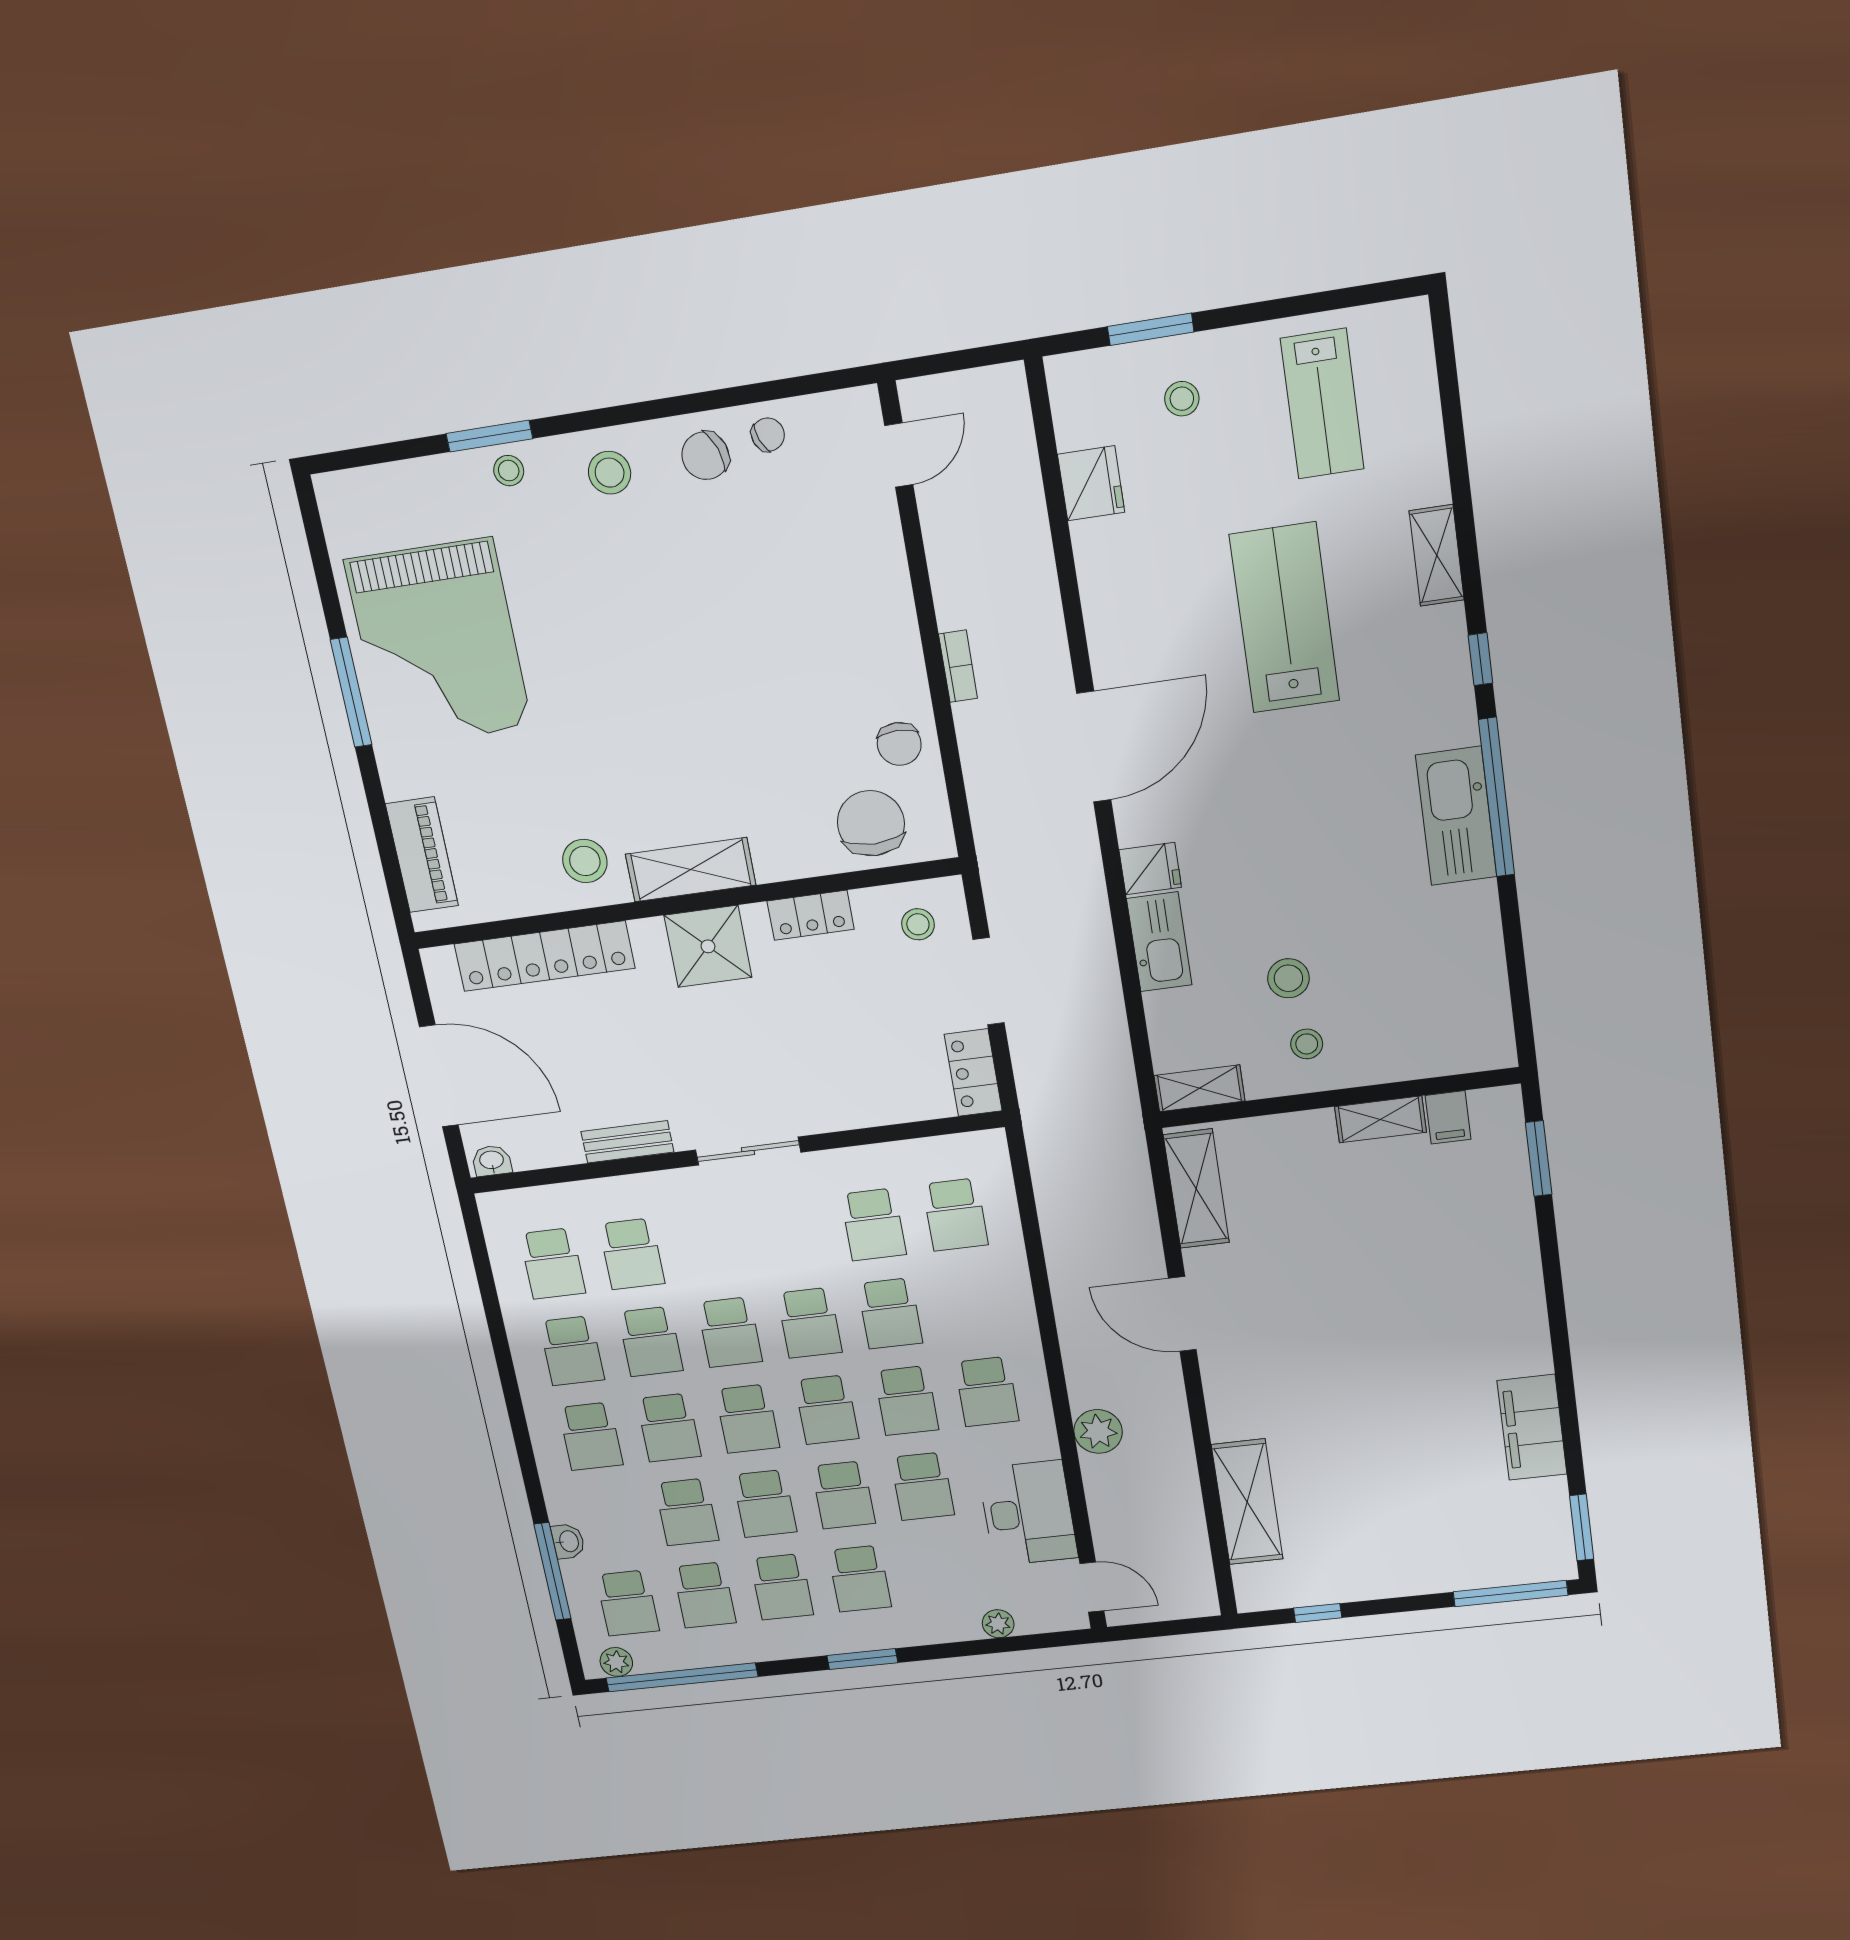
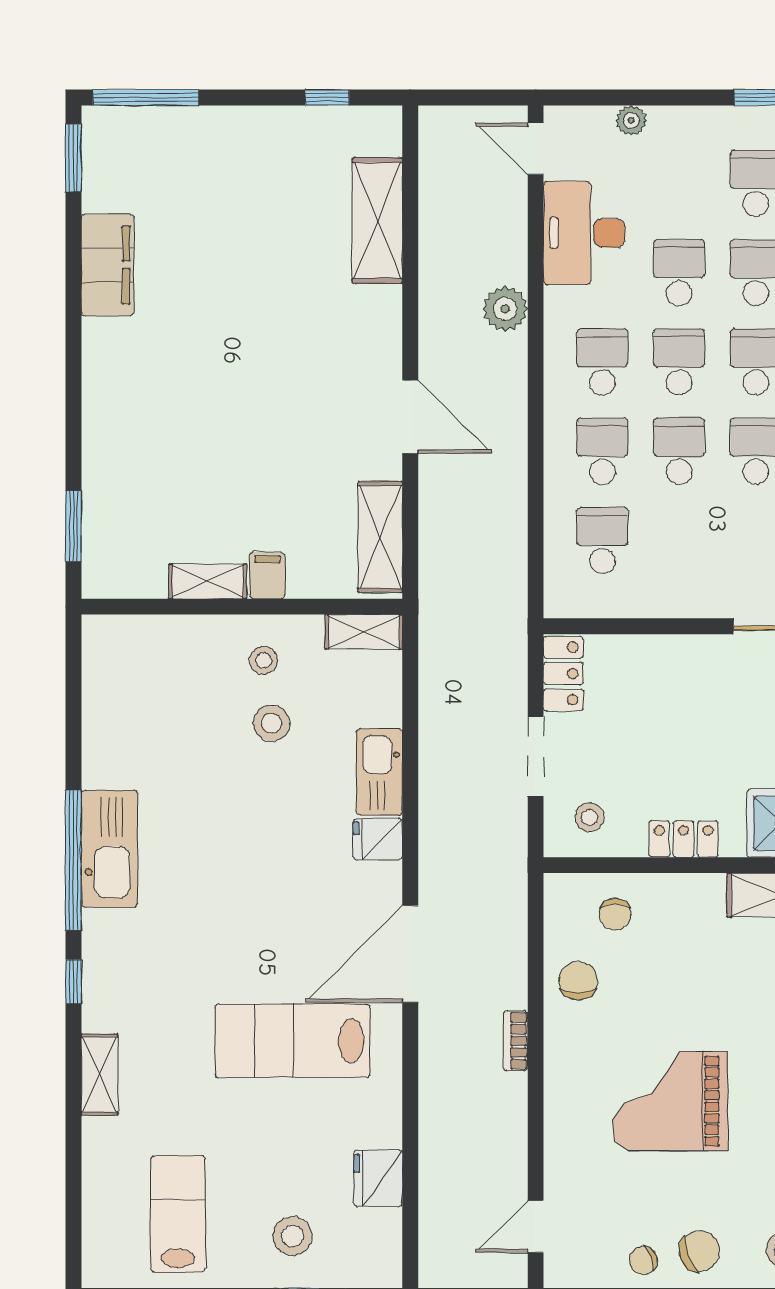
stool: (1182, 399) -> (293, 1236), width x1.37, depth x1.37
lab bench: (1285, 618) -> (292, 1041), moved, turned 90
grand piano: (771, 624) -> (670, 1101), added
chair: (871, 823) -> (615, 914), width x0.54, depth x0.54
filing cabinet: (1448, 1117) -> (267, 575), moved
school desk: (873, 1224) -> (602, 451), moved

